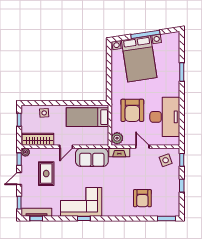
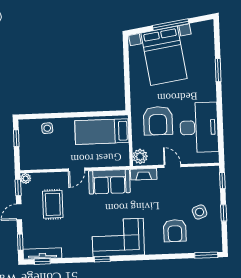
wardrobe: (38, 139) -> (41, 162), removed
side table: (166, 160) -> (200, 212), moved
corner sofa: (81, 202) -> (118, 237), moved

